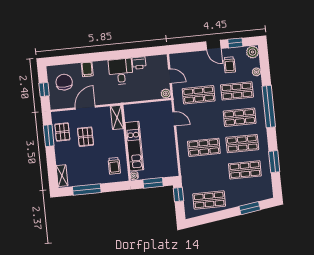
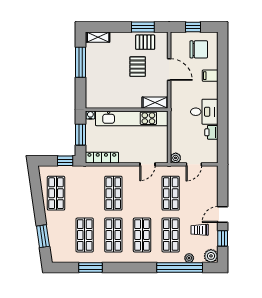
window: (269, 106) -> (180, 268), moved
pallet: (85, 137) -> (138, 67), turned 90
kitchen unit: (134, 146) -> (132, 118), width x1.36
locker: (172, 161) -> (102, 158), added
trolley: (114, 166) -> (103, 94), removed

